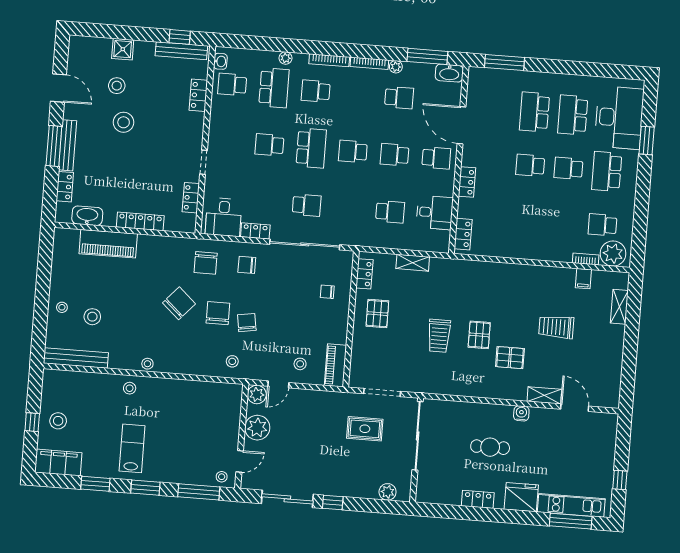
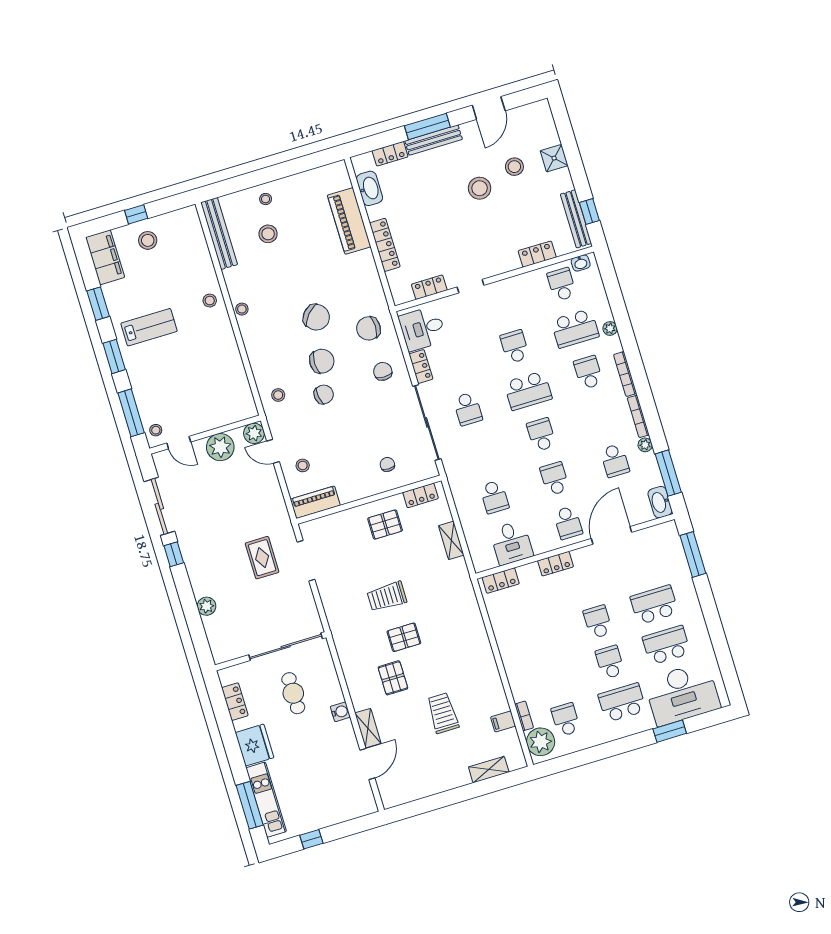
sliding door: (418, 436) -> (286, 647), moved
wall: (416, 450) -> (271, 651), moved

